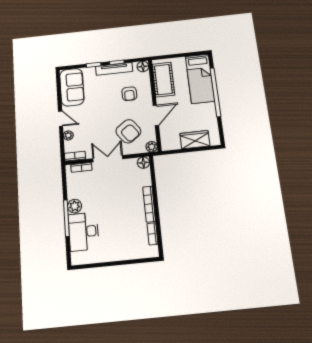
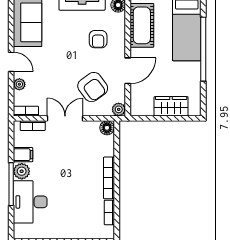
filing cabinet: (75, 192) -> (23, 155), added

